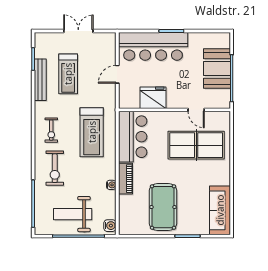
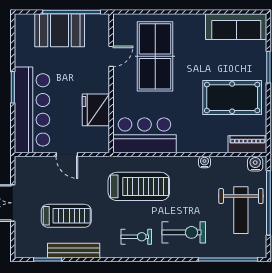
piano: (125, 179) -> (247, 144), moved

